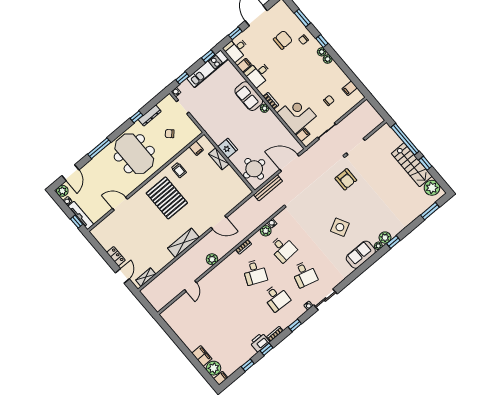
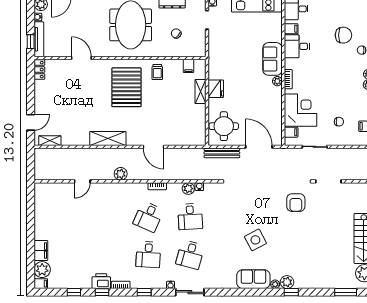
locker: (116, 256) -> (39, 70), moved

